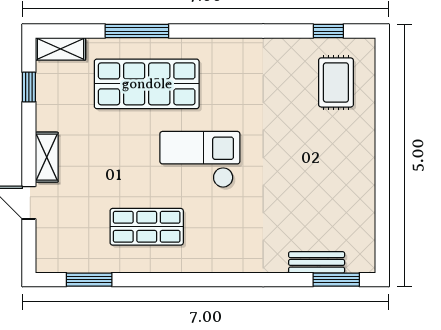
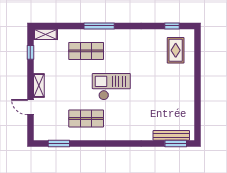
window: (137, 31) -> (99, 26), moved
shop shelf: (147, 84) -> (86, 51), width x0.70, depth x0.74
bench: (317, 262) -> (171, 135), width x1.36

